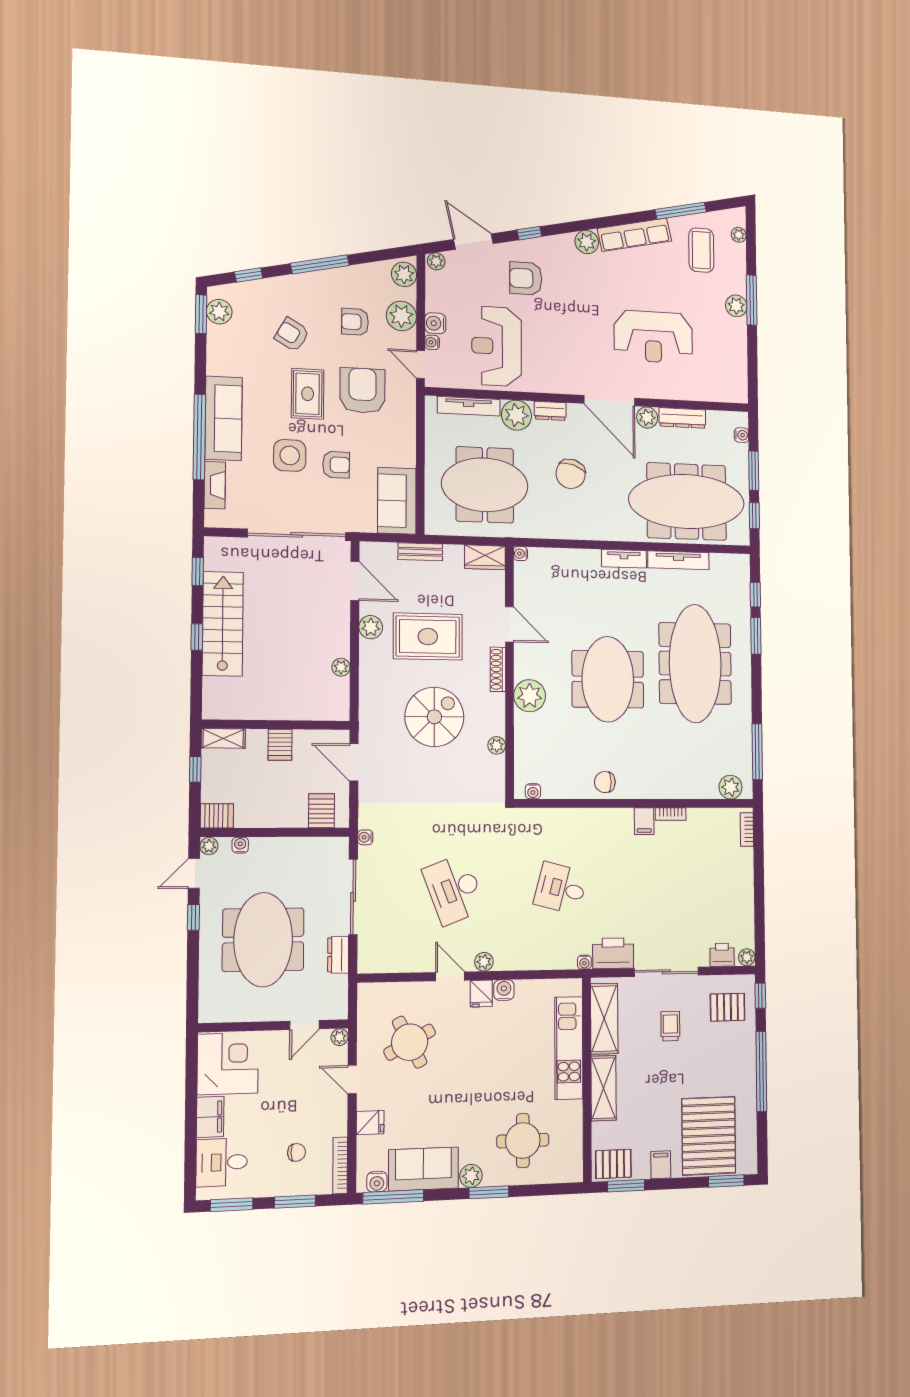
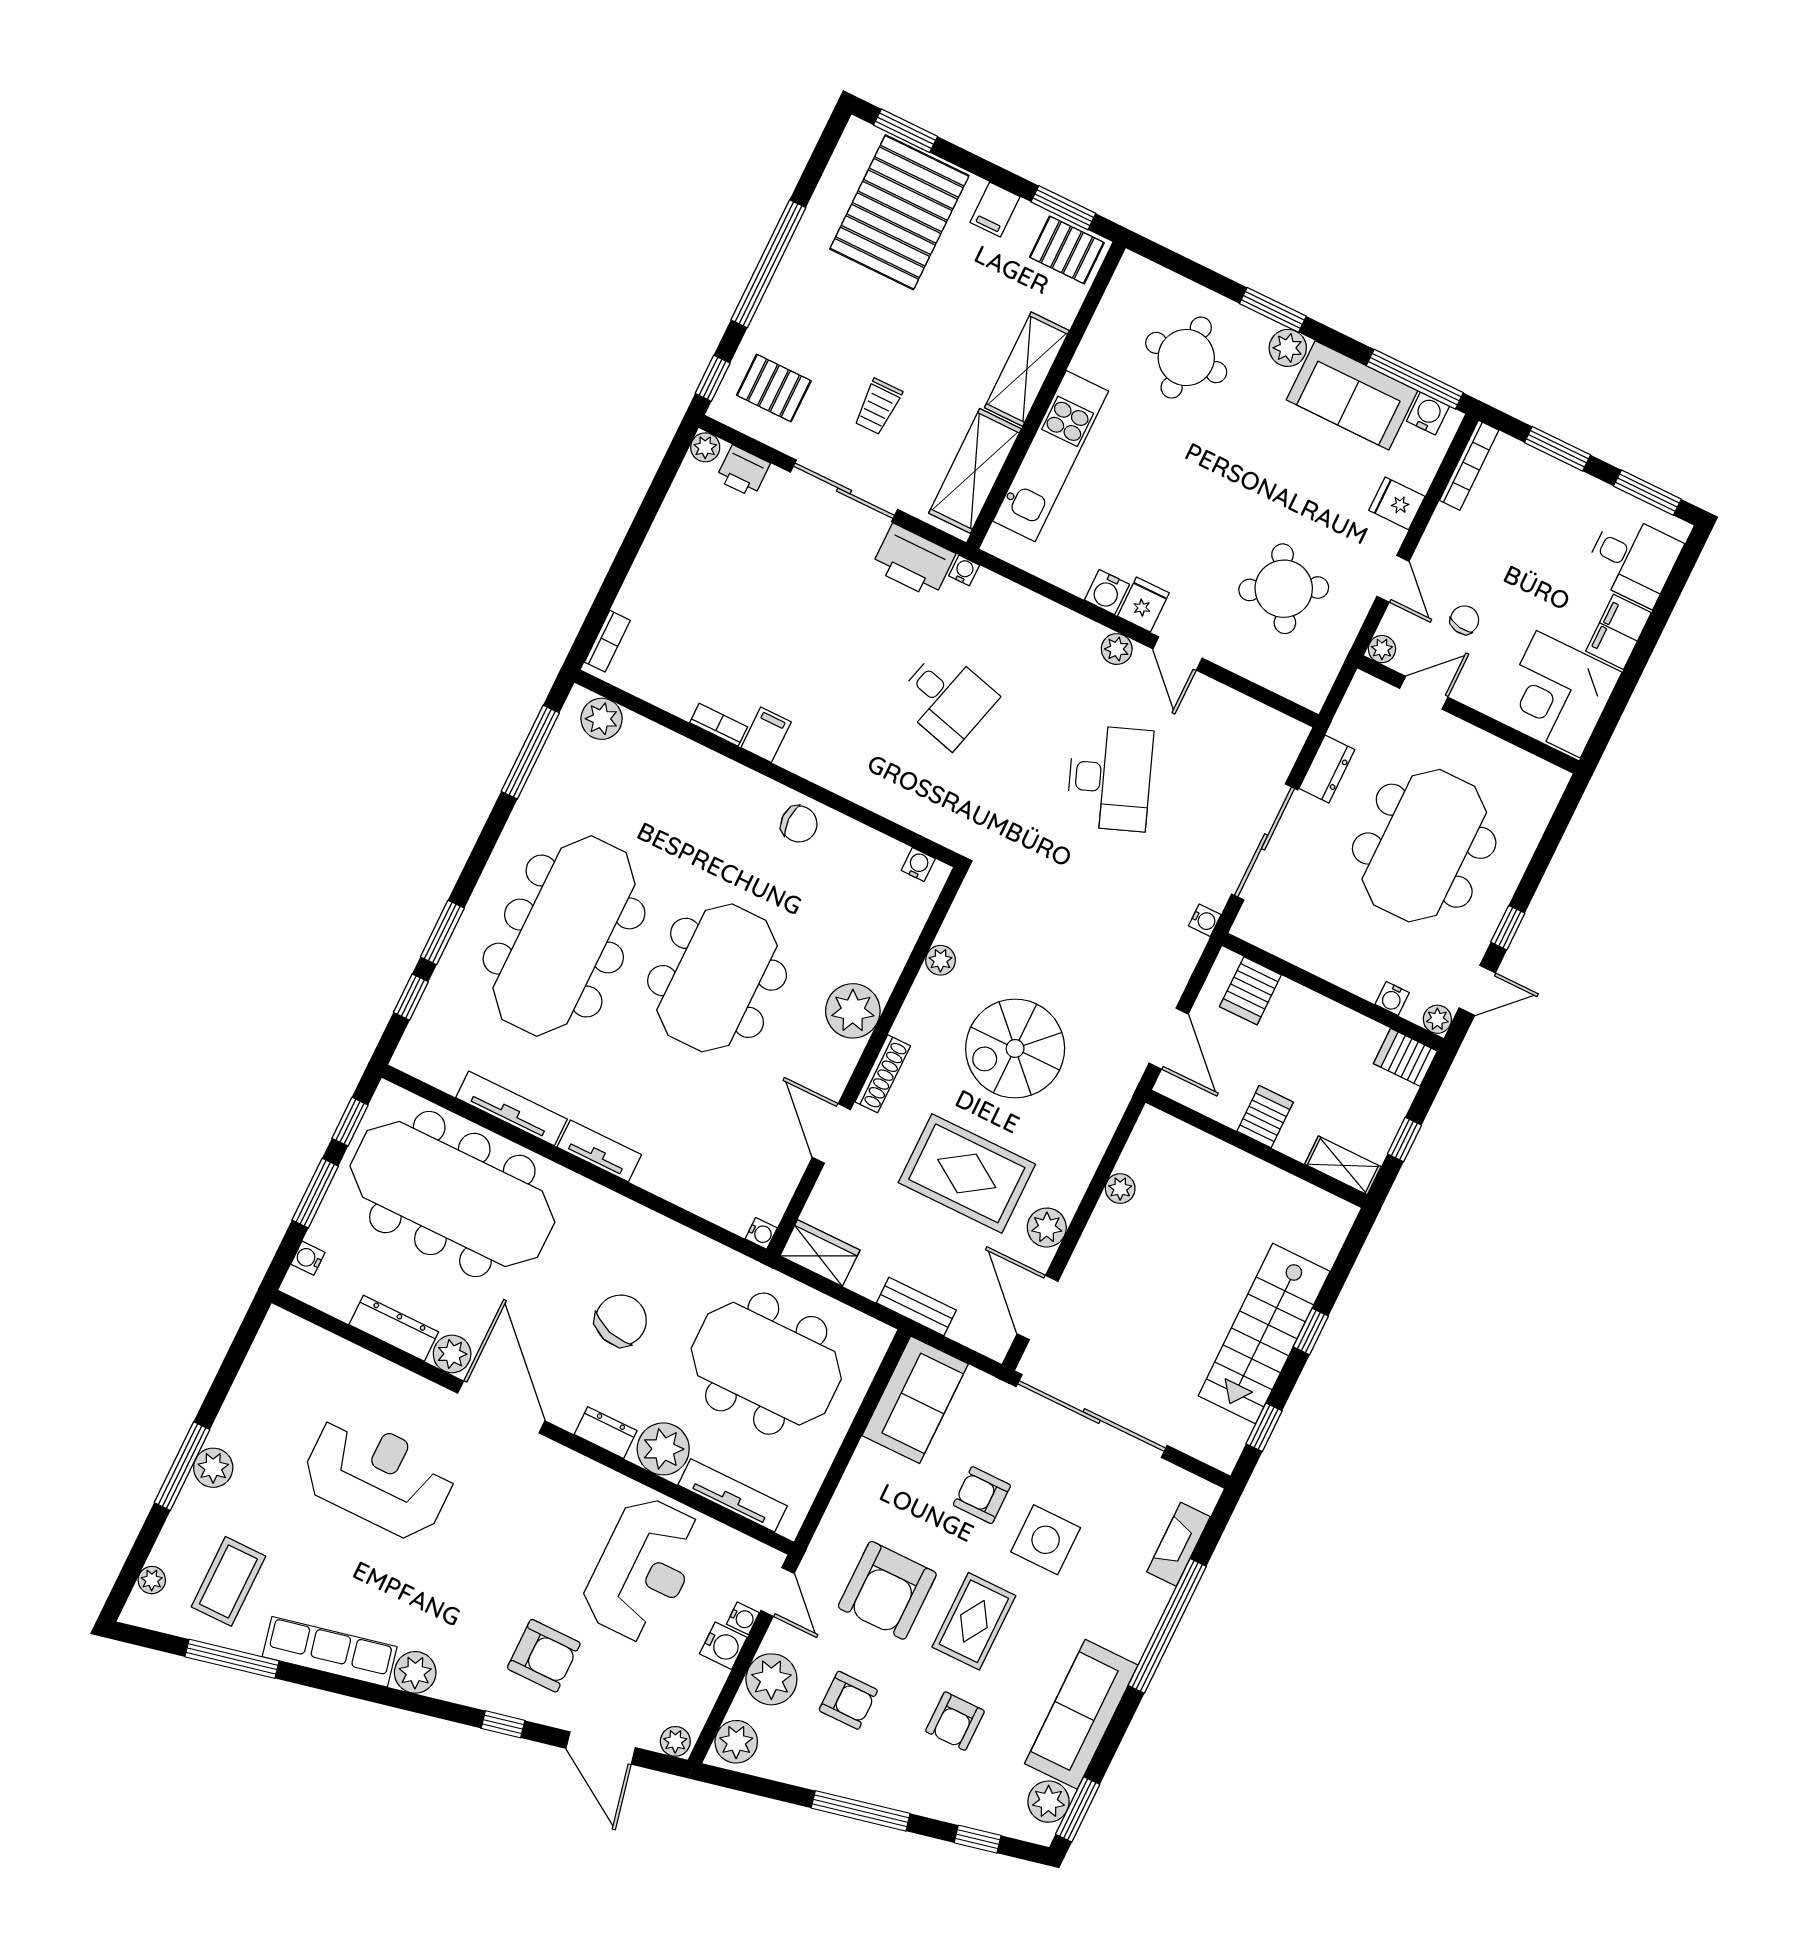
armchair: (292, 335) -> (955, 1721), turned 60
sofa: (223, 418) -> (1081, 1714), moved
chair: (296, 1152) -> (1465, 620), moved, turned 99

